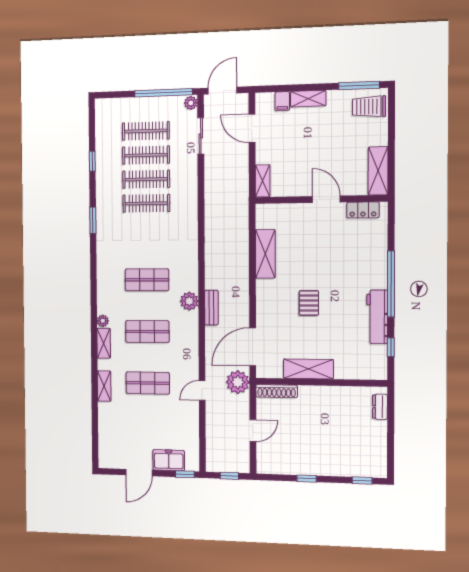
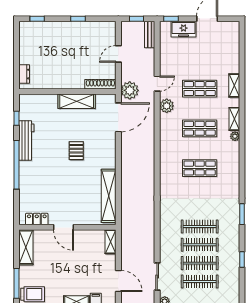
window: (391, 121) -> (16, 283), added
shelving: (265, 254) -> (109, 196), width x1.47
plant: (189, 301) -> (167, 106), moved
bench: (211, 308) -> (150, 34), moved

